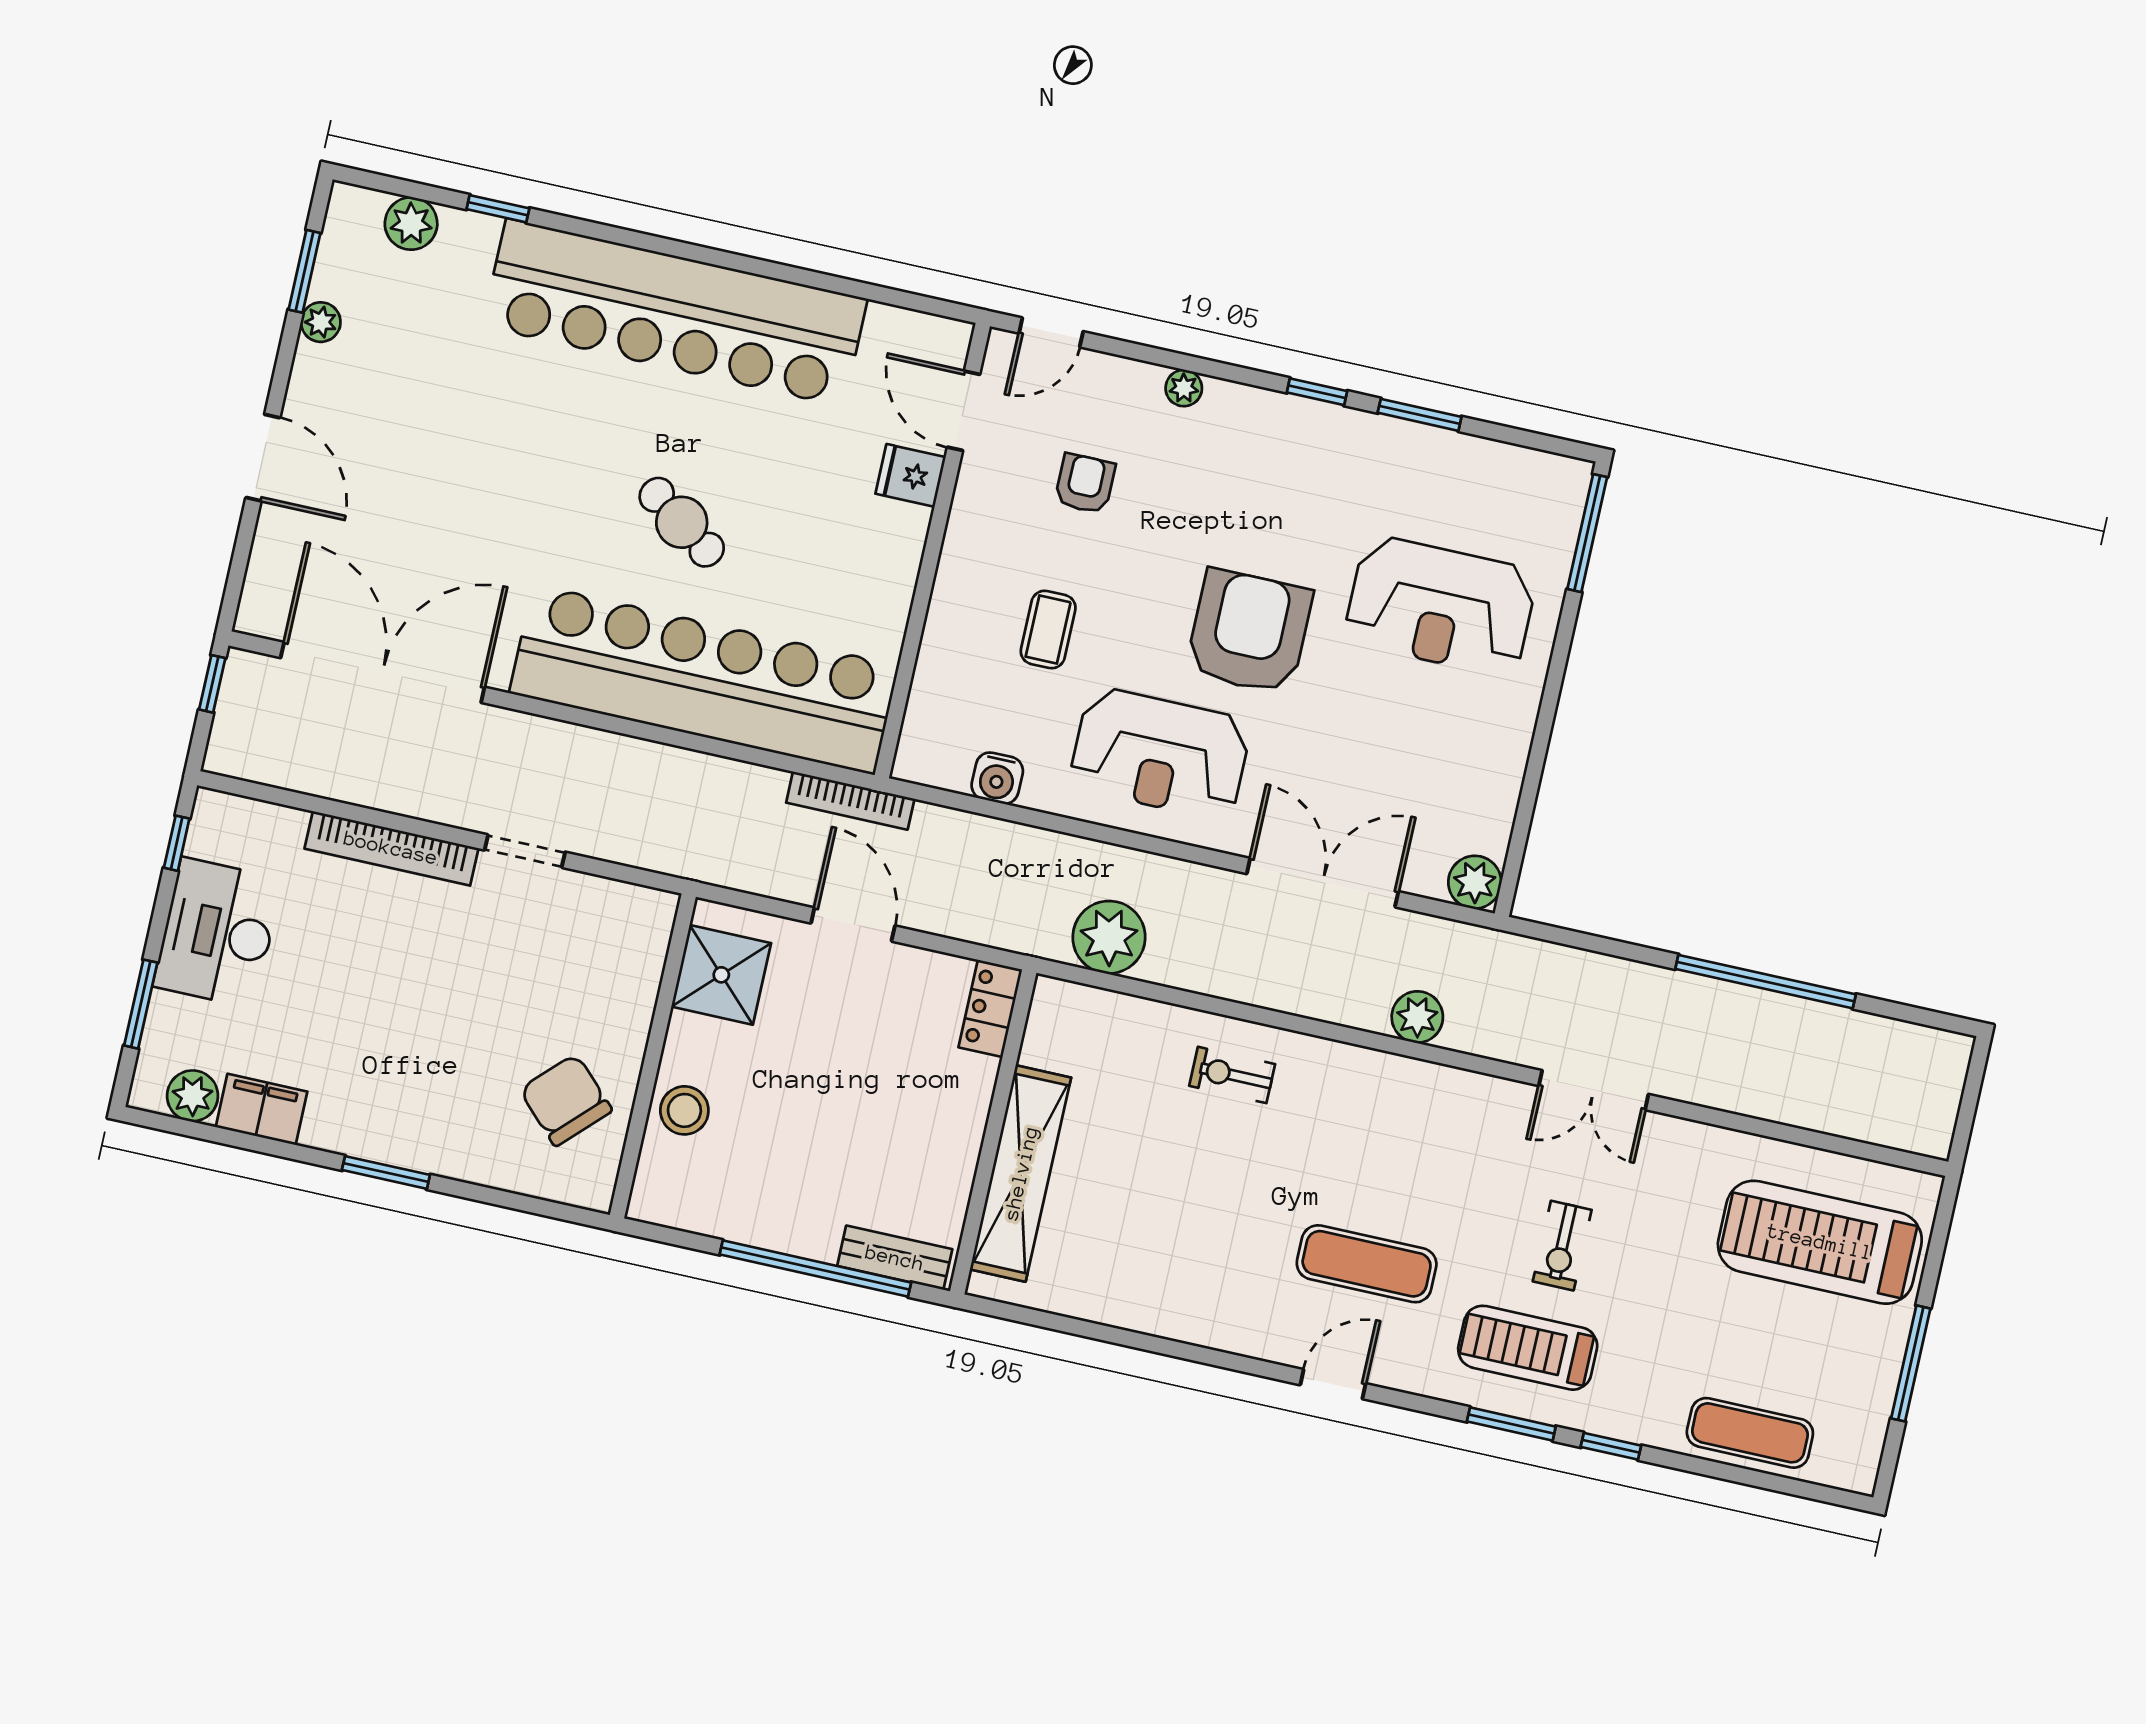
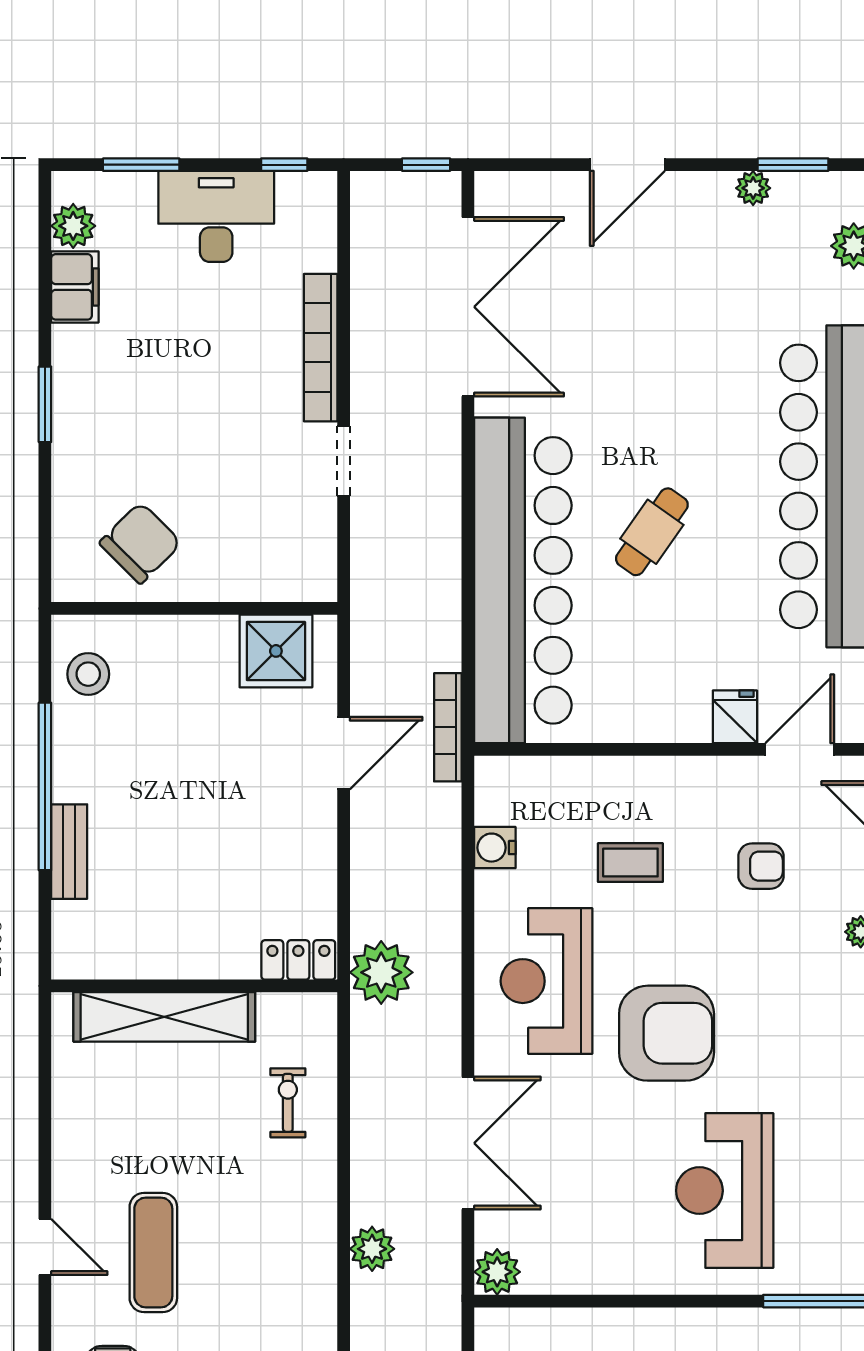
locker: (990, 1008) -> (298, 960), moved
stool: (684, 1110) -> (88, 674), moved
wall: (993, 1132) -> (194, 986), moved
shelving: (1021, 1173) -> (164, 1017), moved

